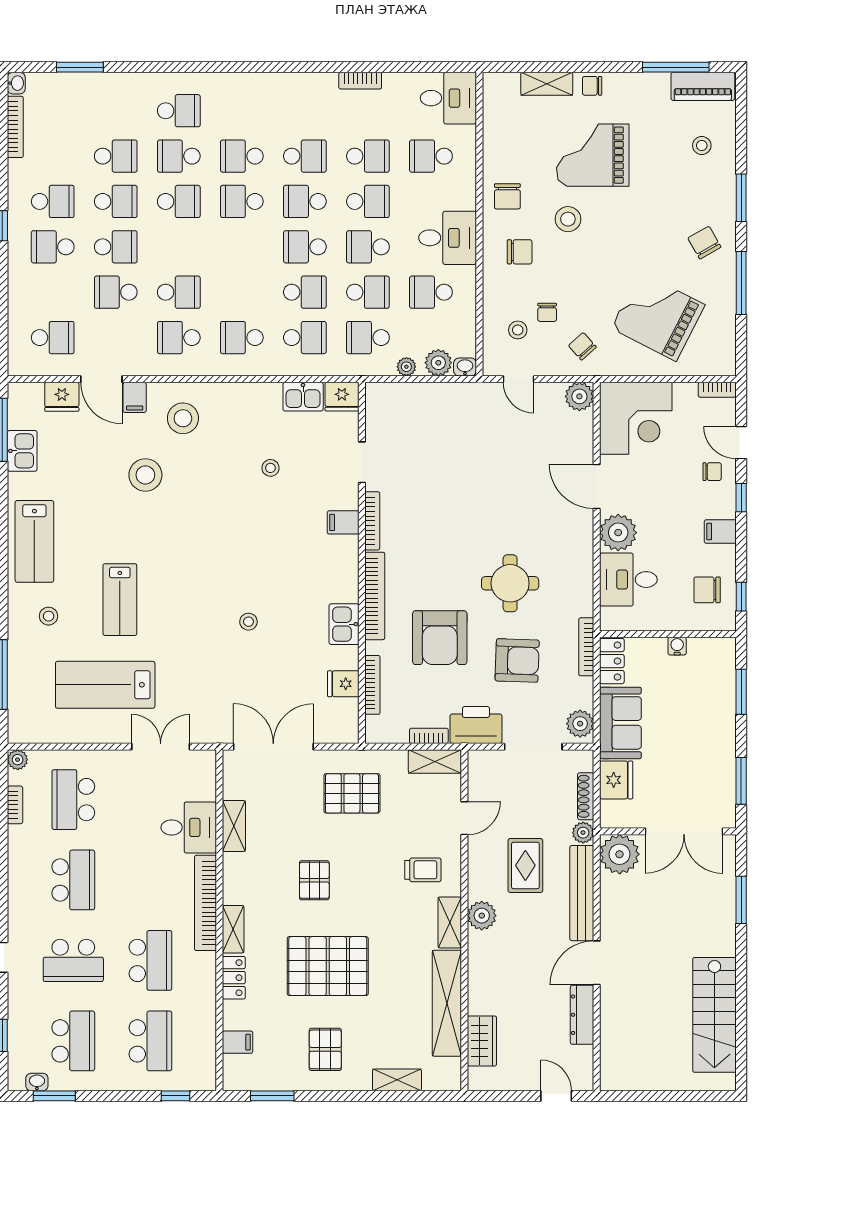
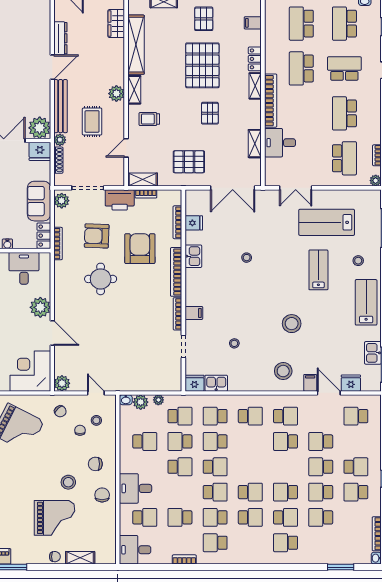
school desk: (368, 201) -> (215, 543), moved
desk: (448, 238) -> (136, 488), moved
school desk: (116, 292) -> (321, 441), turned 180
stool: (145, 475) -> (292, 324), moved
desk: (628, 580) -> (24, 268), moved, turned -90
lab bench: (105, 685) -> (327, 222), turned 180
fridge: (616, 780) -> (40, 151), moved, turned -90
pallet: (328, 966) -> (202, 65), turned 90

